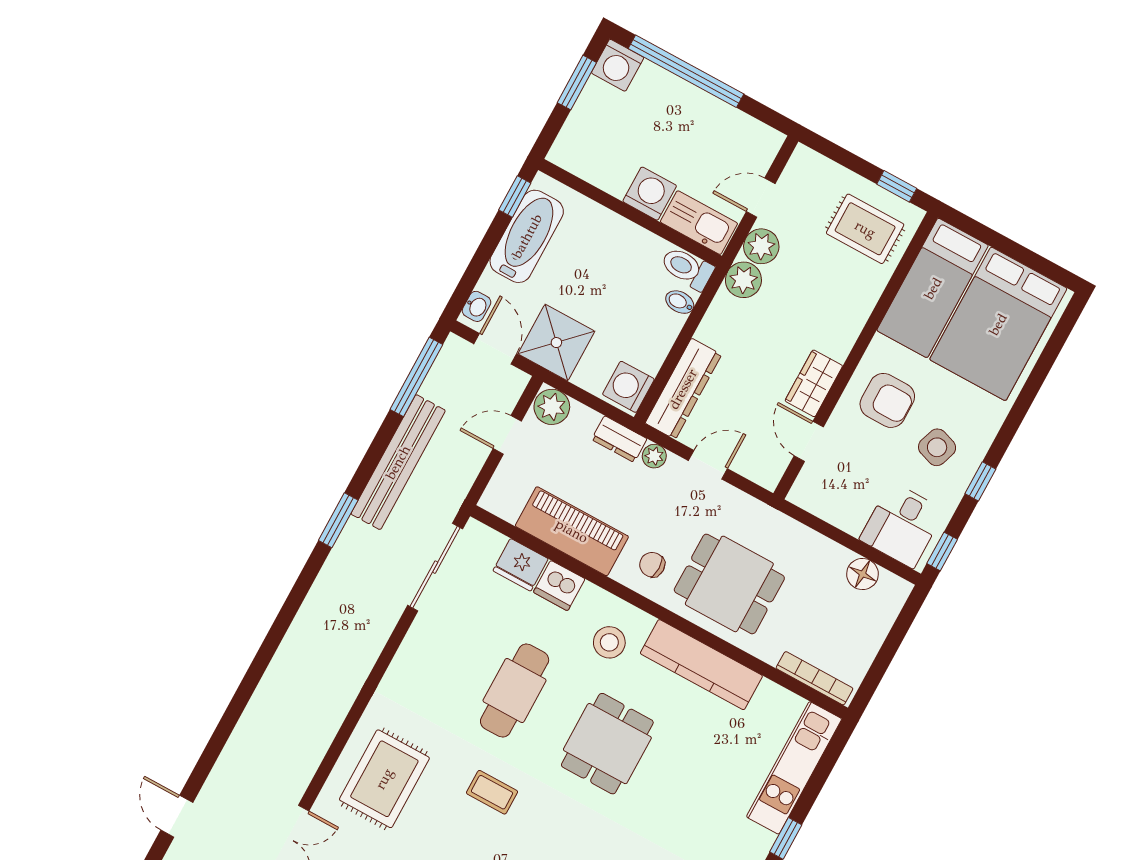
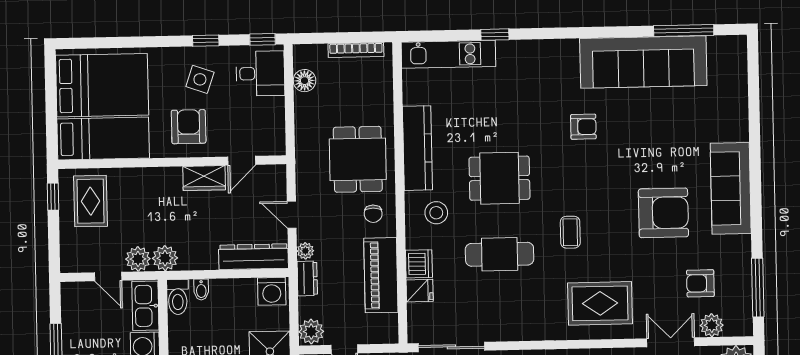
fridge: (521, 565) -> (420, 291), width x0.72
bookcase: (815, 678) -> (356, 50), moved, turned -90

